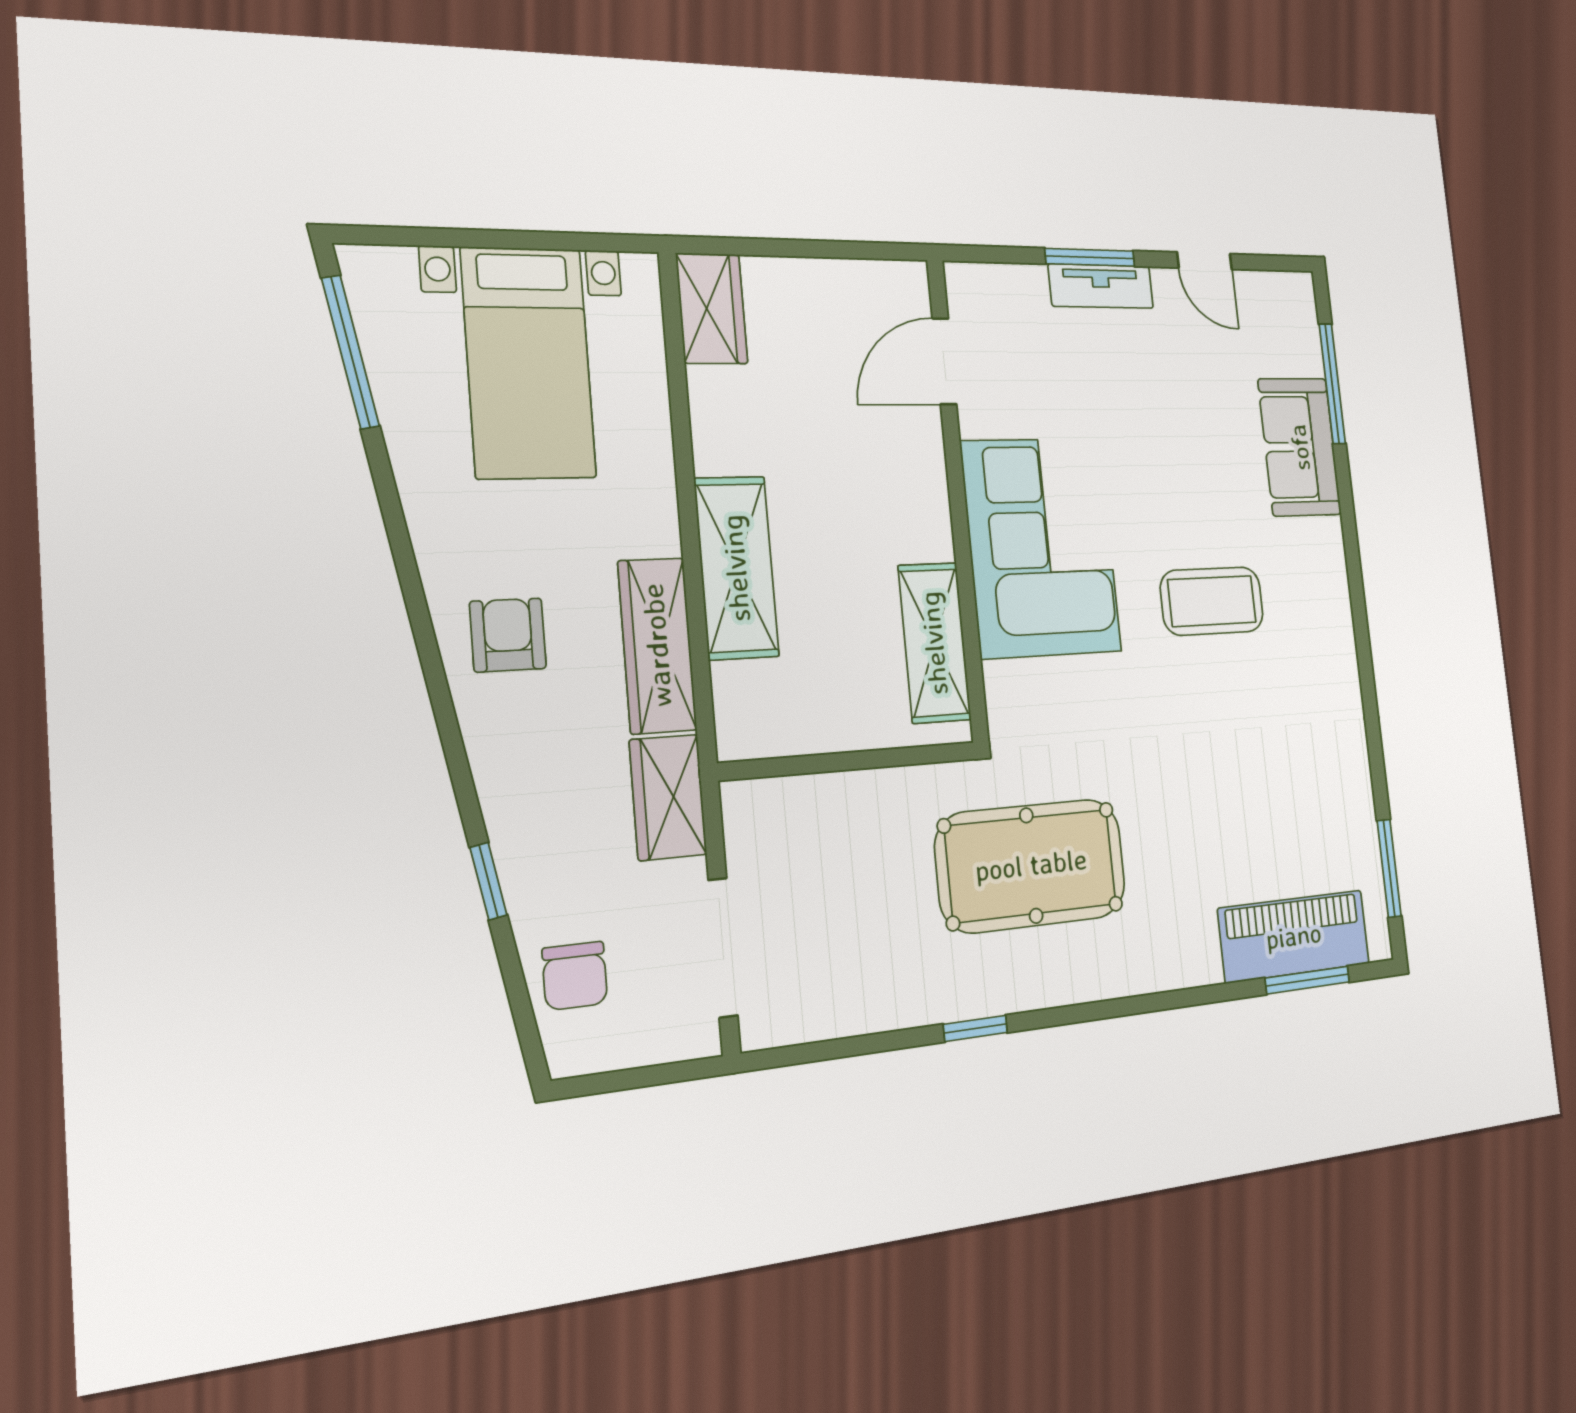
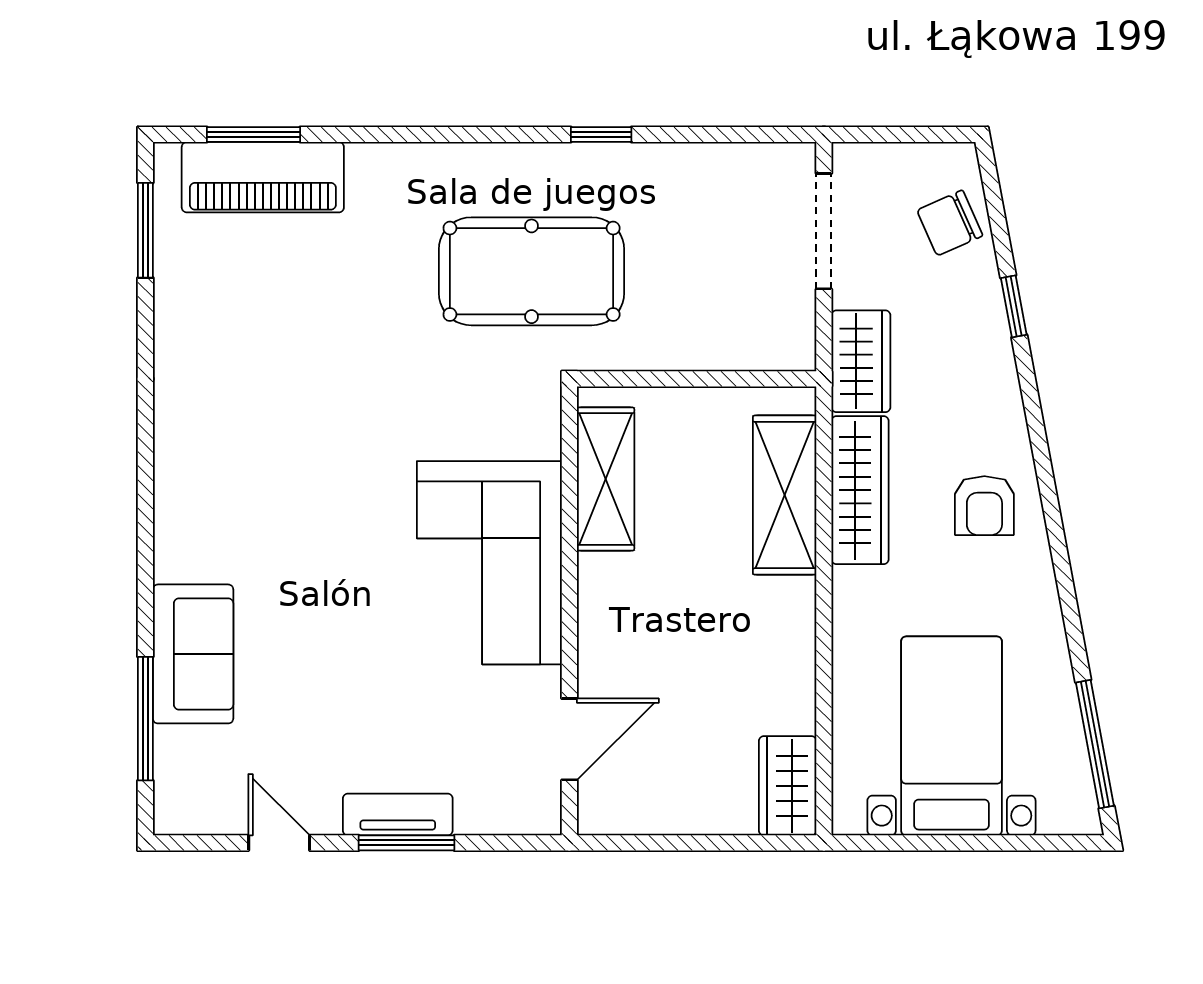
shelving: (736, 568) -> (785, 495), moved
coffee table: (1212, 601) -> (313, 504), removed
chair: (575, 976) -> (950, 223), turned -114

